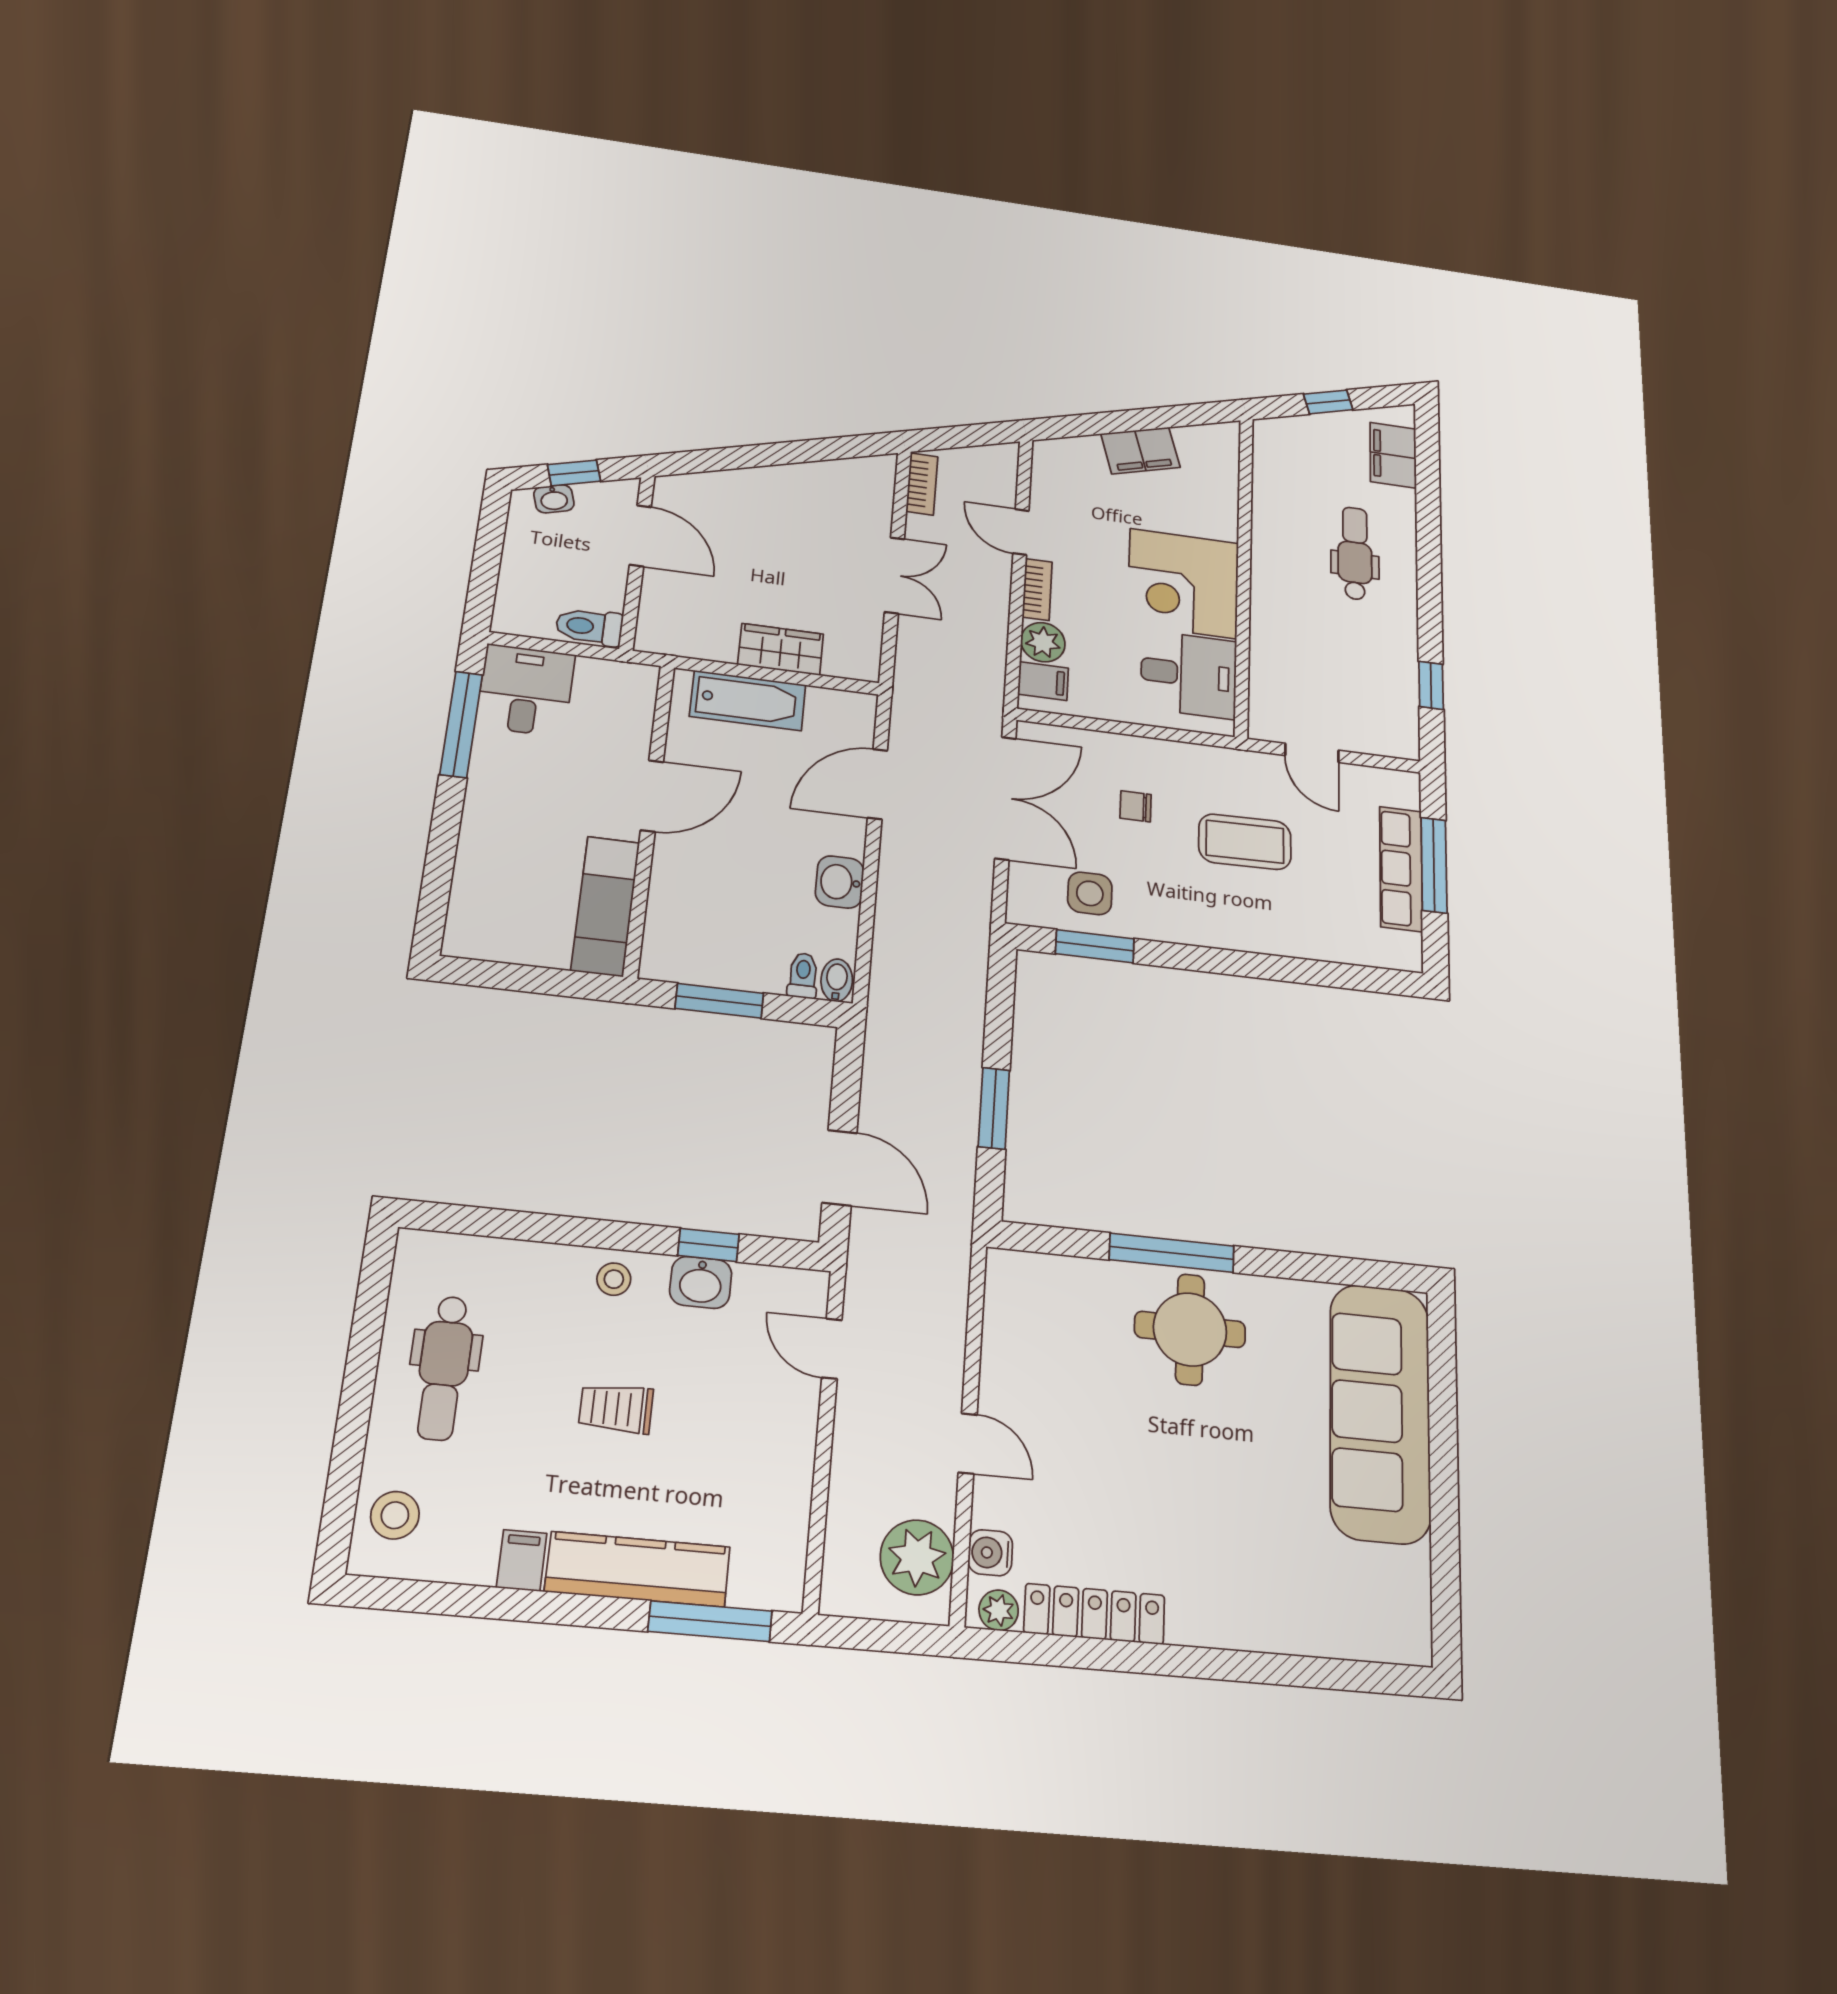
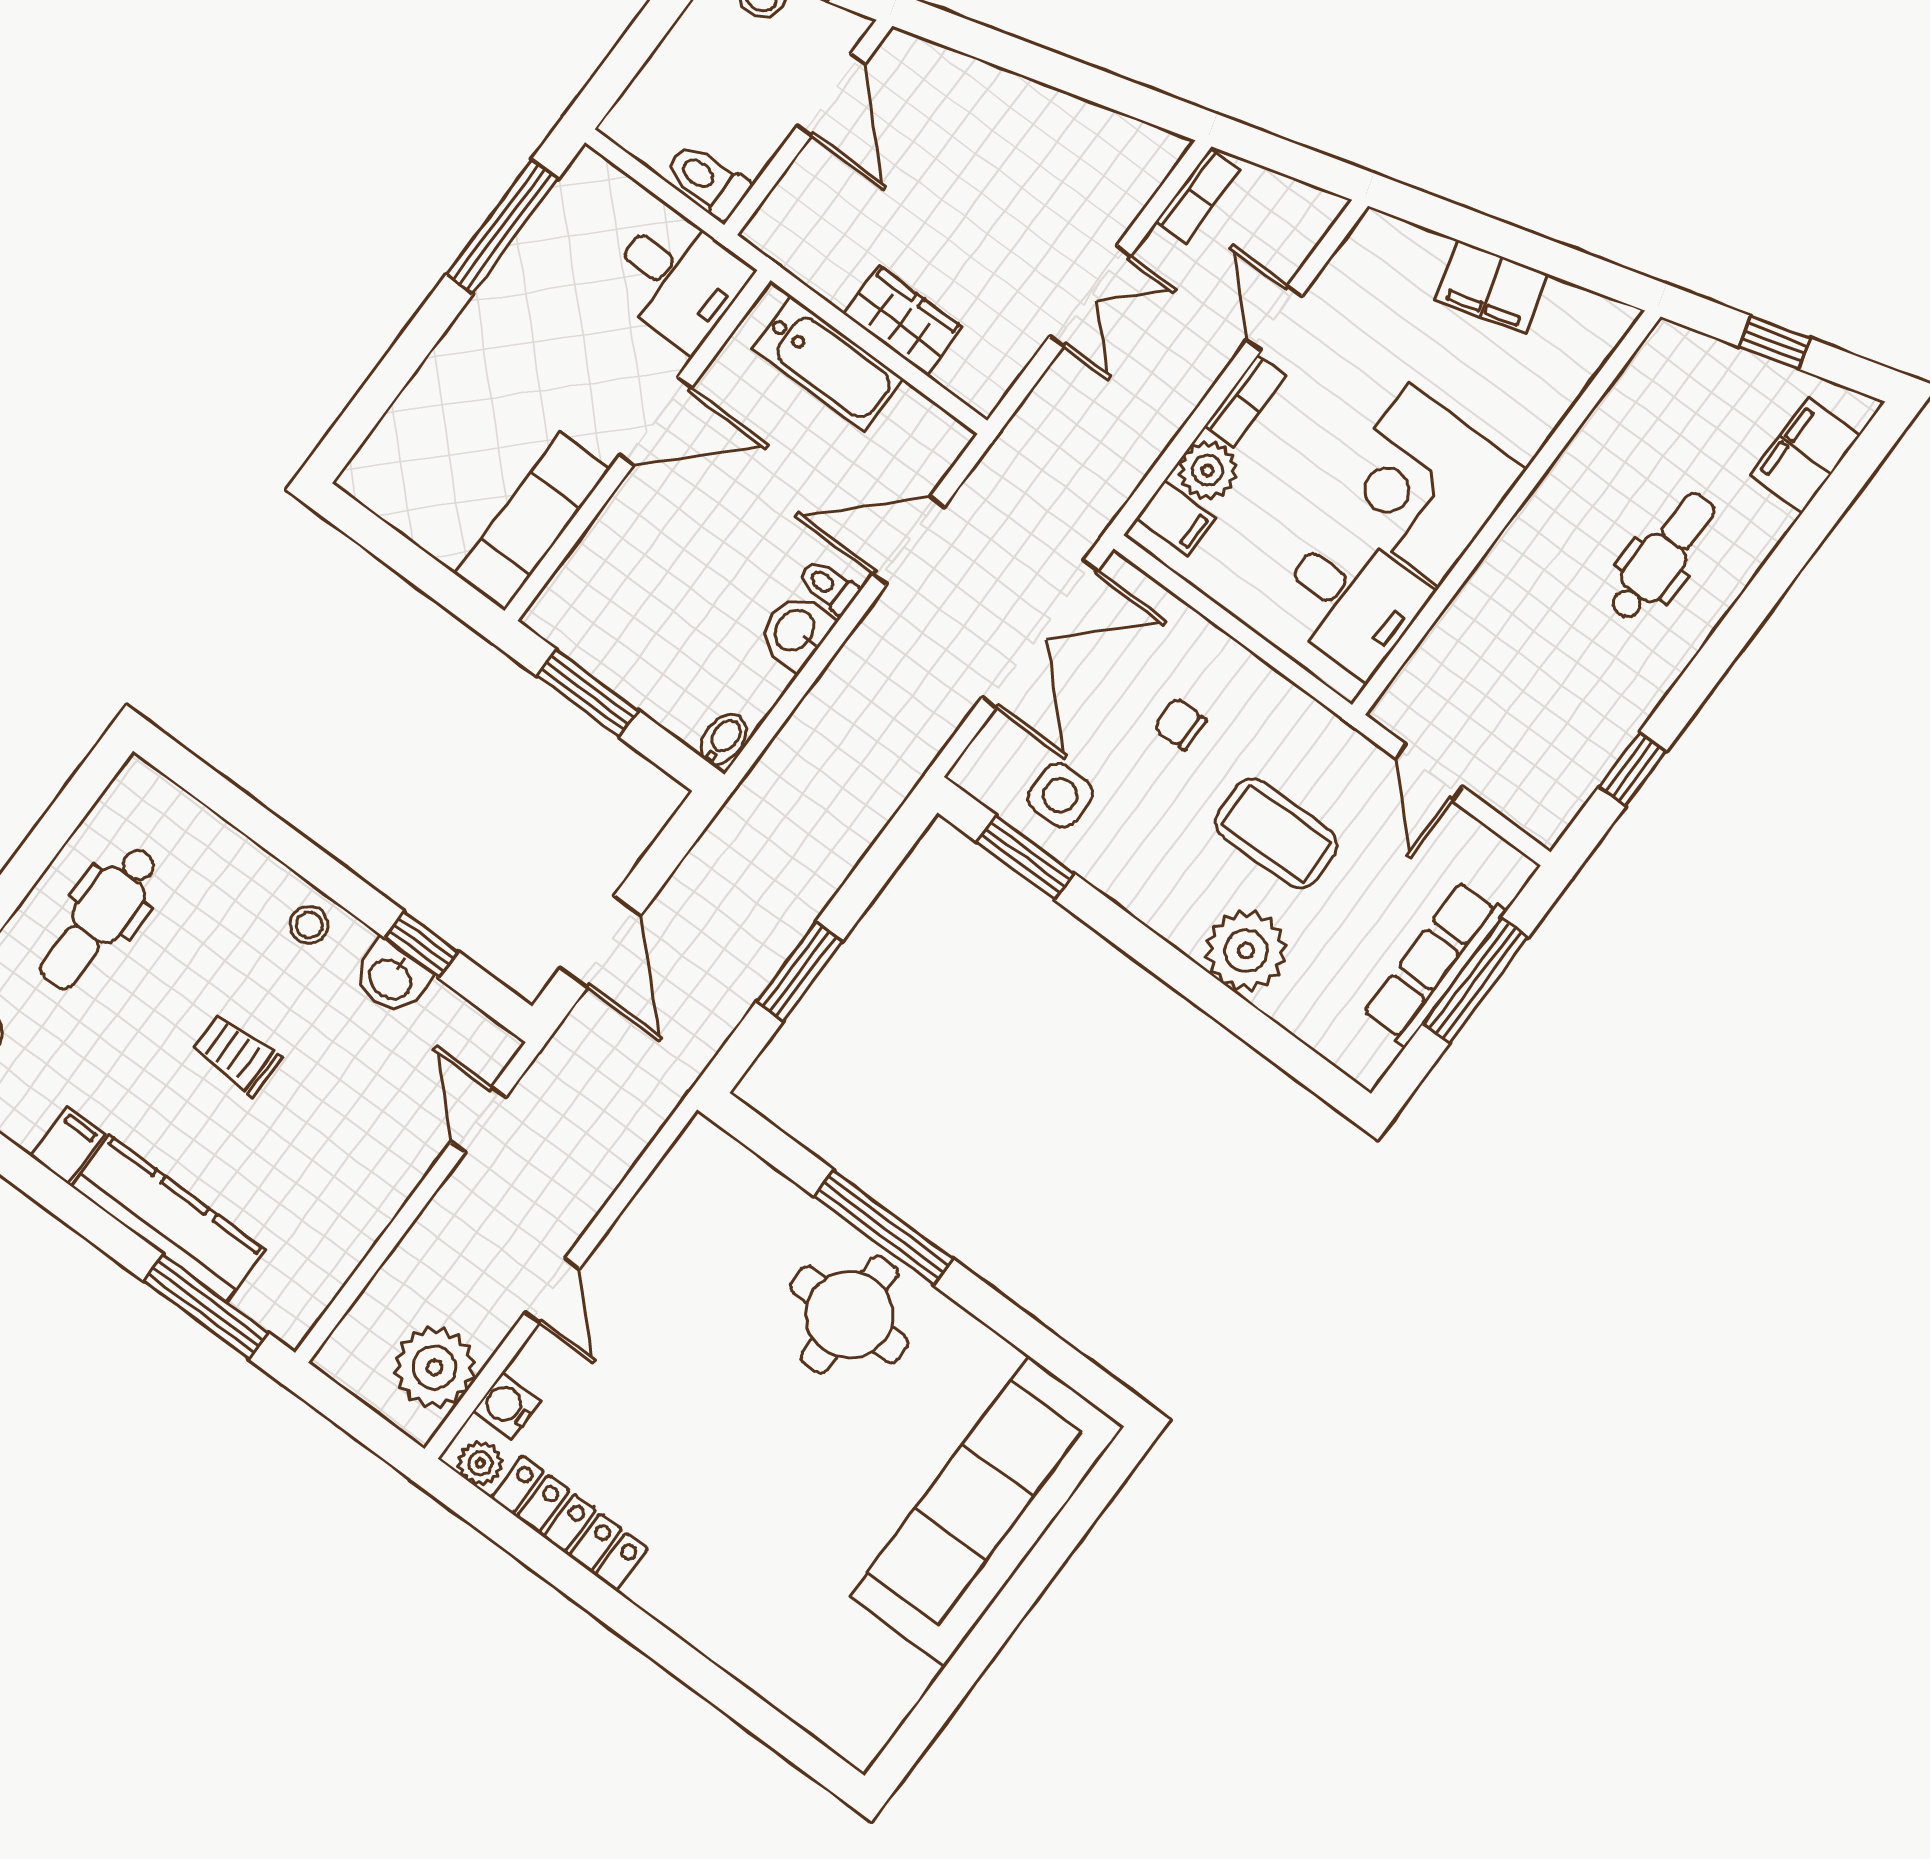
desk: (526, 690) -> (678, 279), moved, turned 90
plant: (1279, 927) -> (1246, 951), added
toilet: (803, 976) -> (829, 586), moved, turned -90

